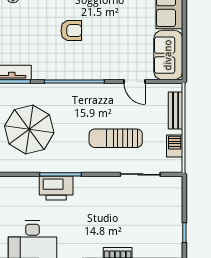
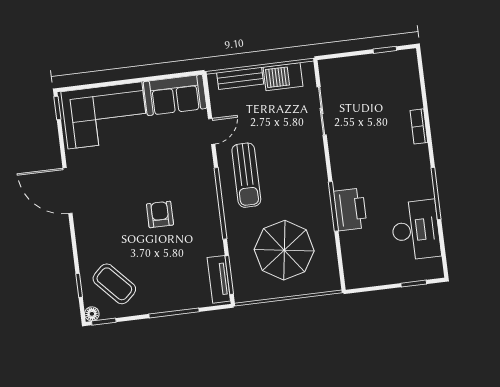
sun lounger: (116, 138) -> (246, 175), moved
barbecue: (175, 146) -> (283, 77), width x1.38, depth x1.27

